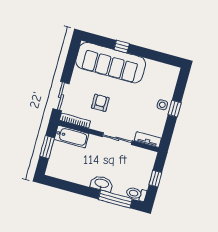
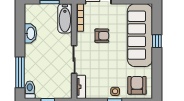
armchair: (162, 80) -> (137, 85), added
washbasin: (102, 184) -> (30, 33), moved

